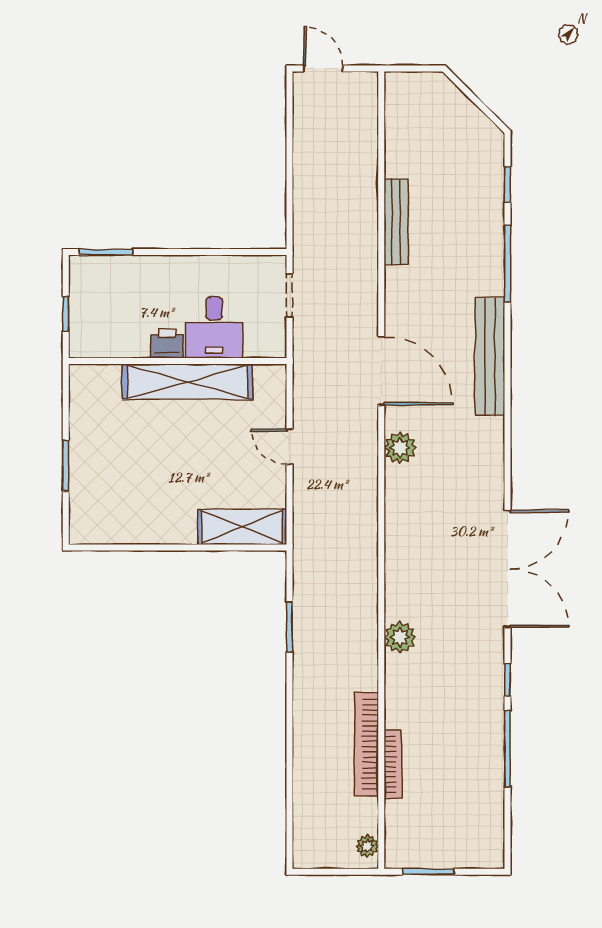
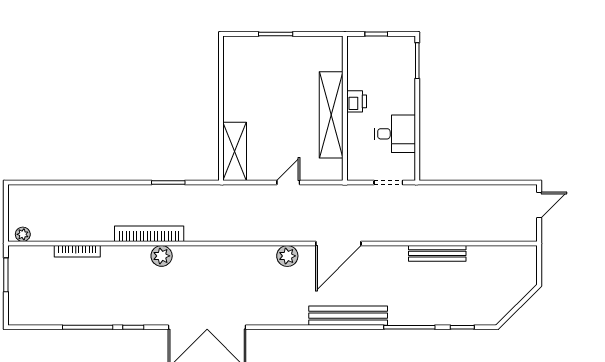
desk: (214, 327) -> (395, 134), moved, turned 180
bookcase: (367, 744) -> (149, 234), moved

